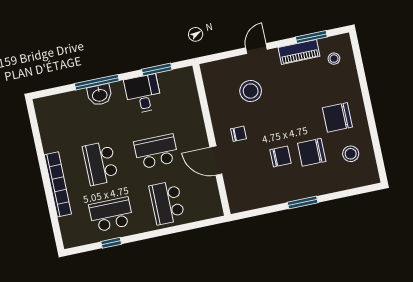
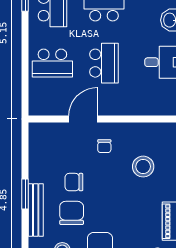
chair: (280, 156) -> (74, 182), turned 90
bench: (316, 188) -> (36, 210), added
school desk: (167, 203) -> (52, 63), turned 180

